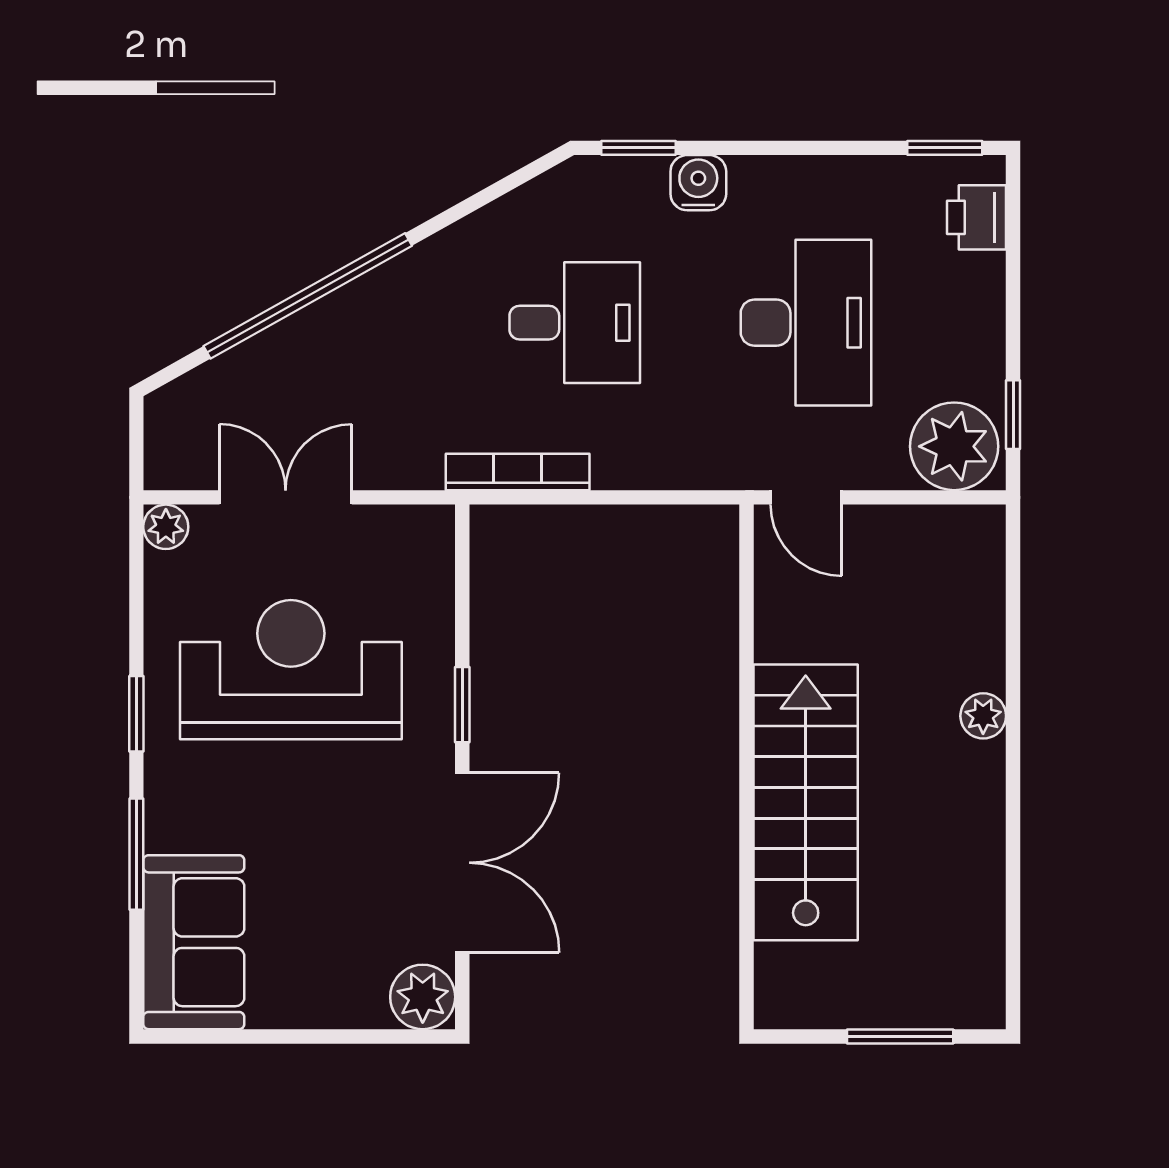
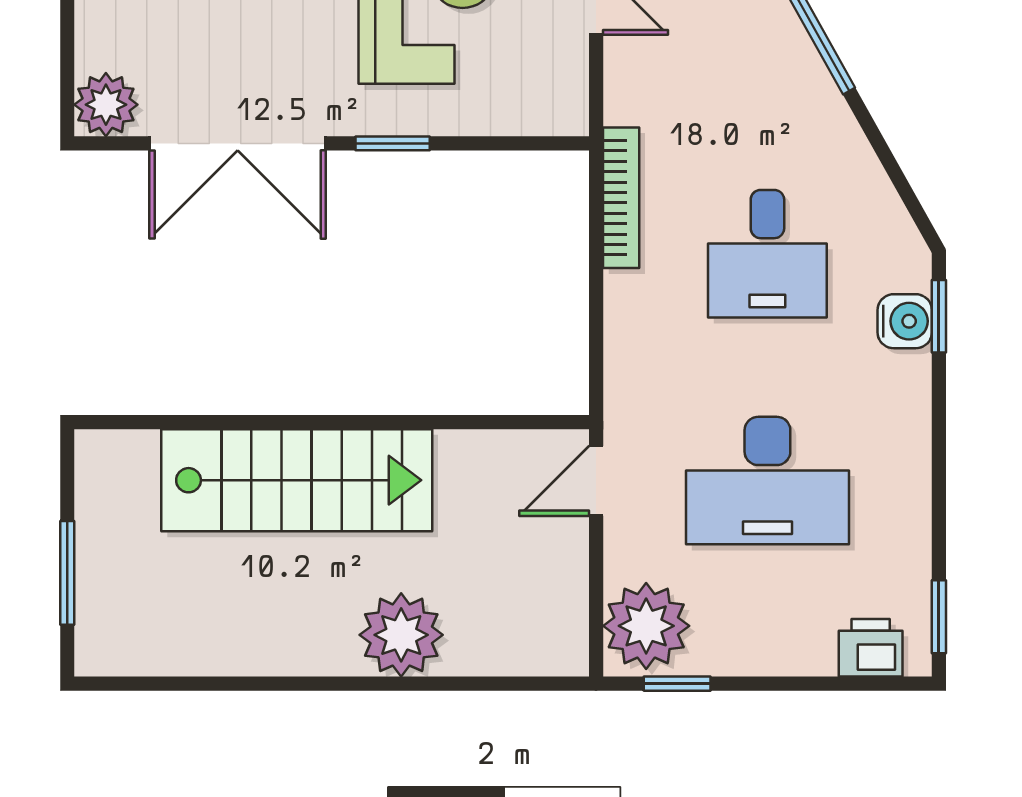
water cooler: (698, 183) -> (905, 321), moved
plant: (983, 716) -> (401, 635), width x1.87, depth x1.87

